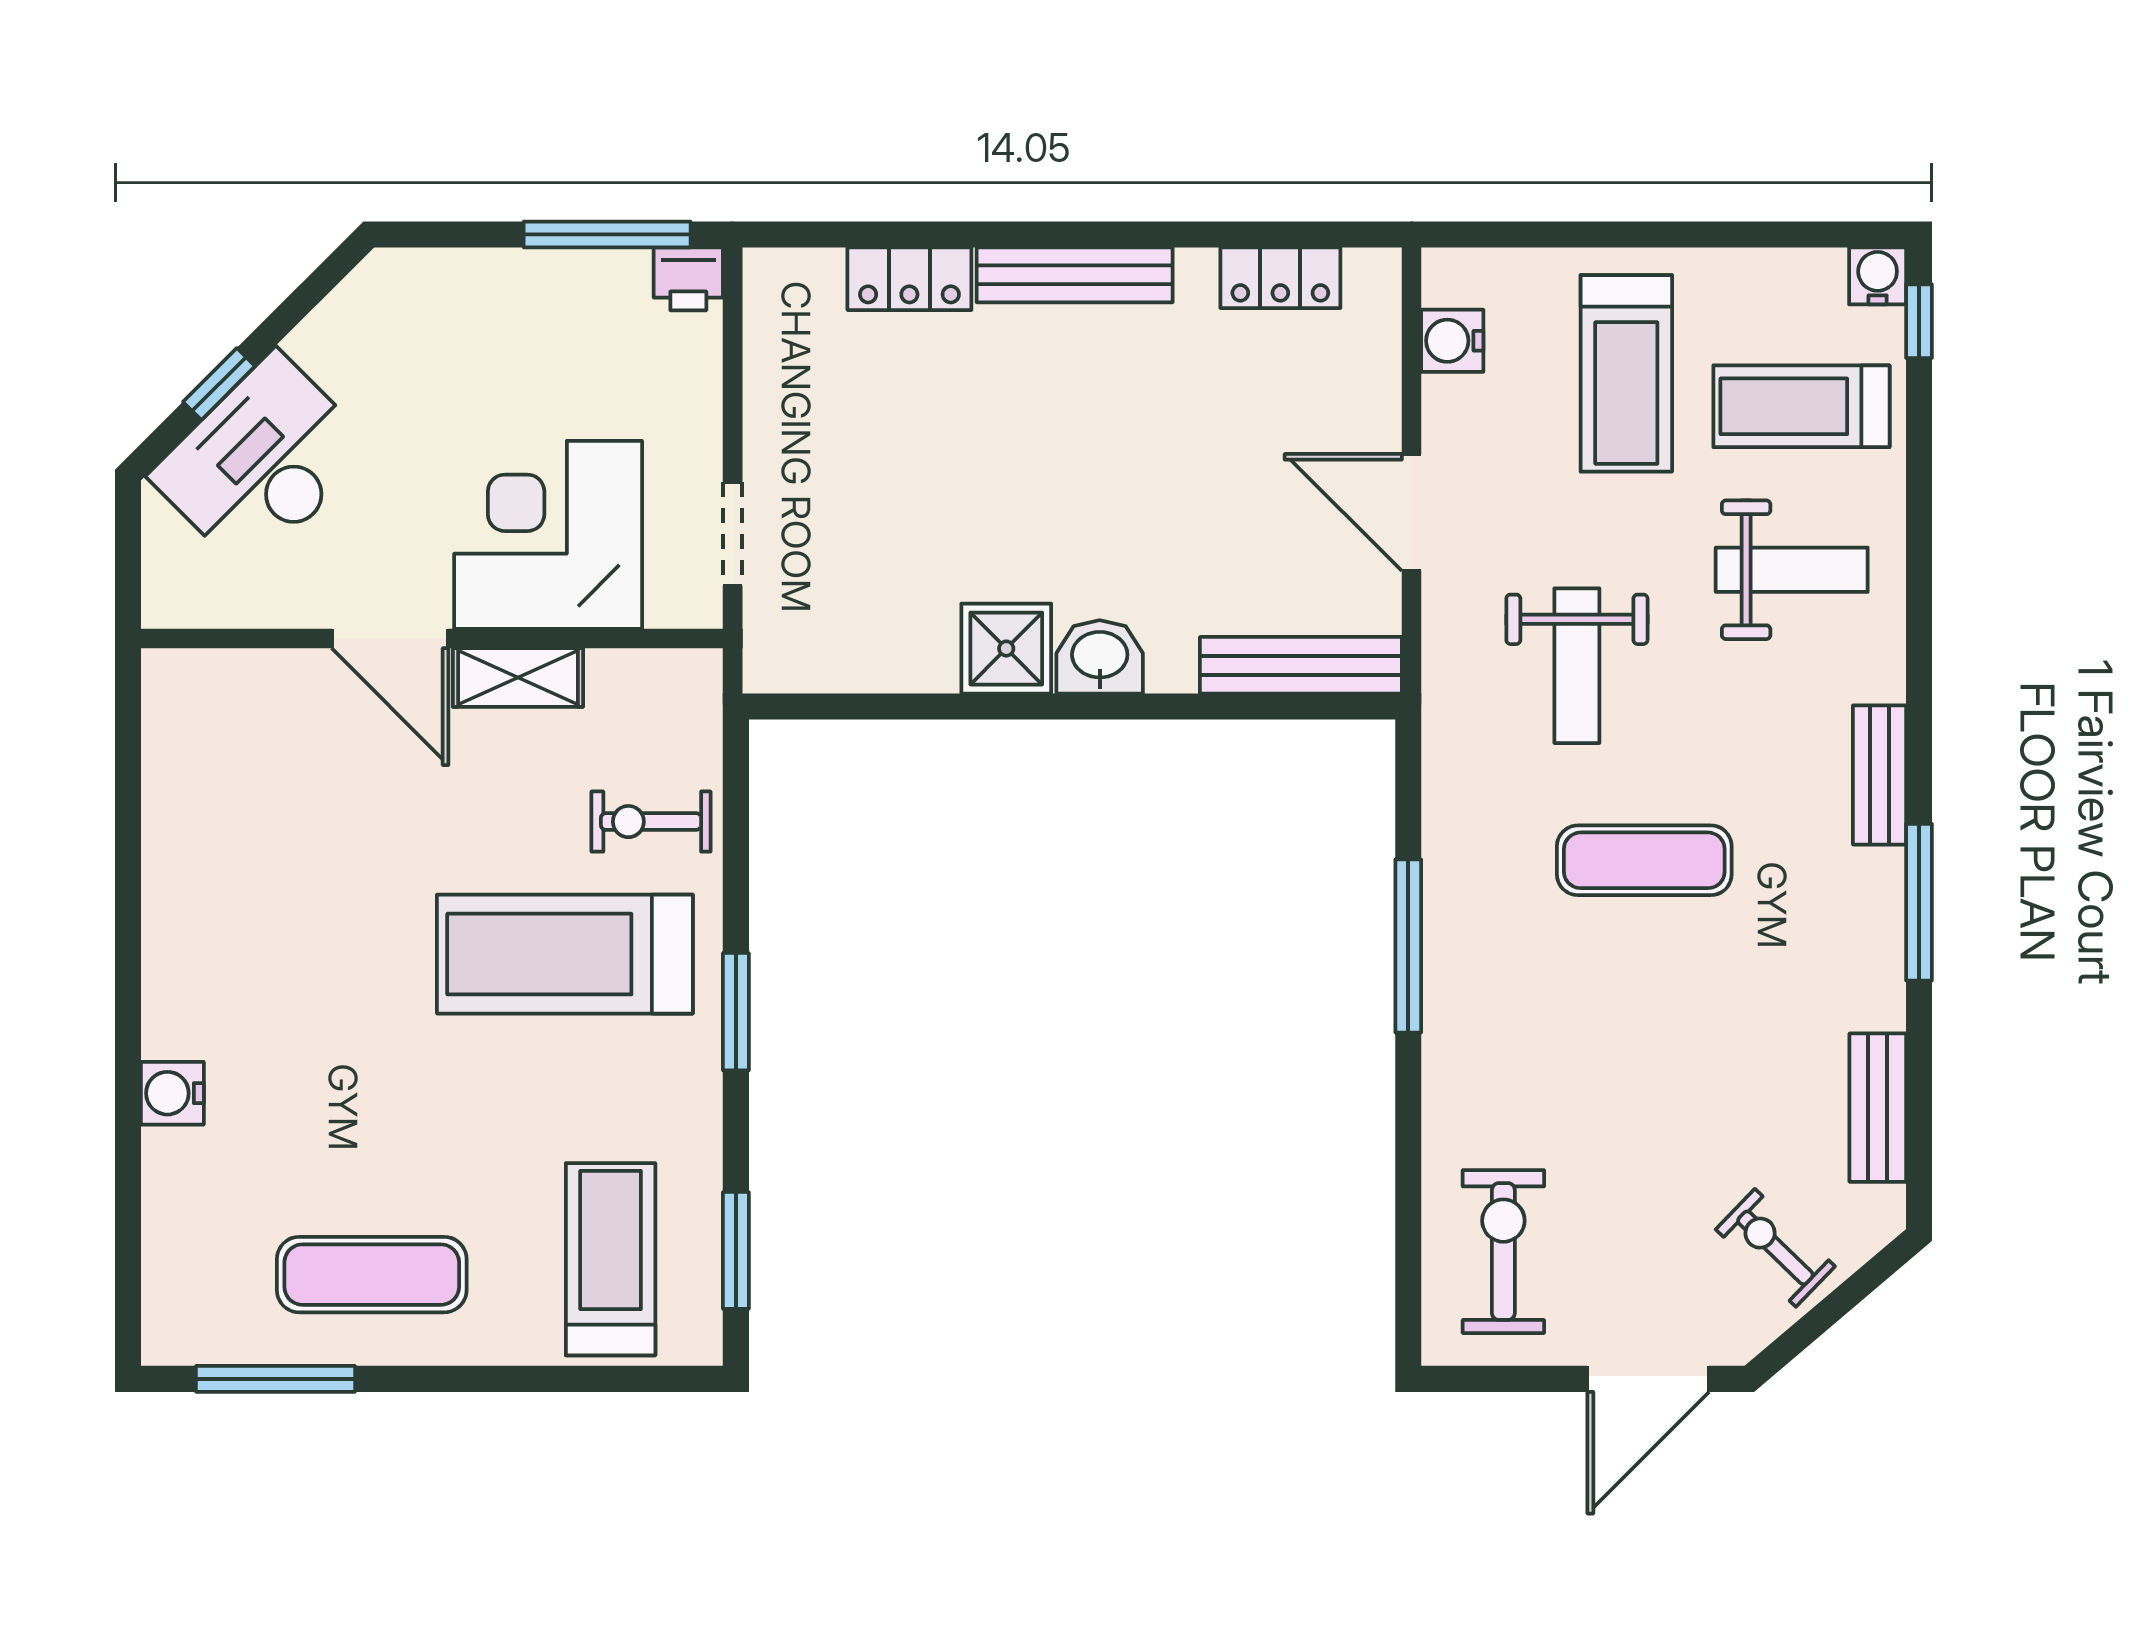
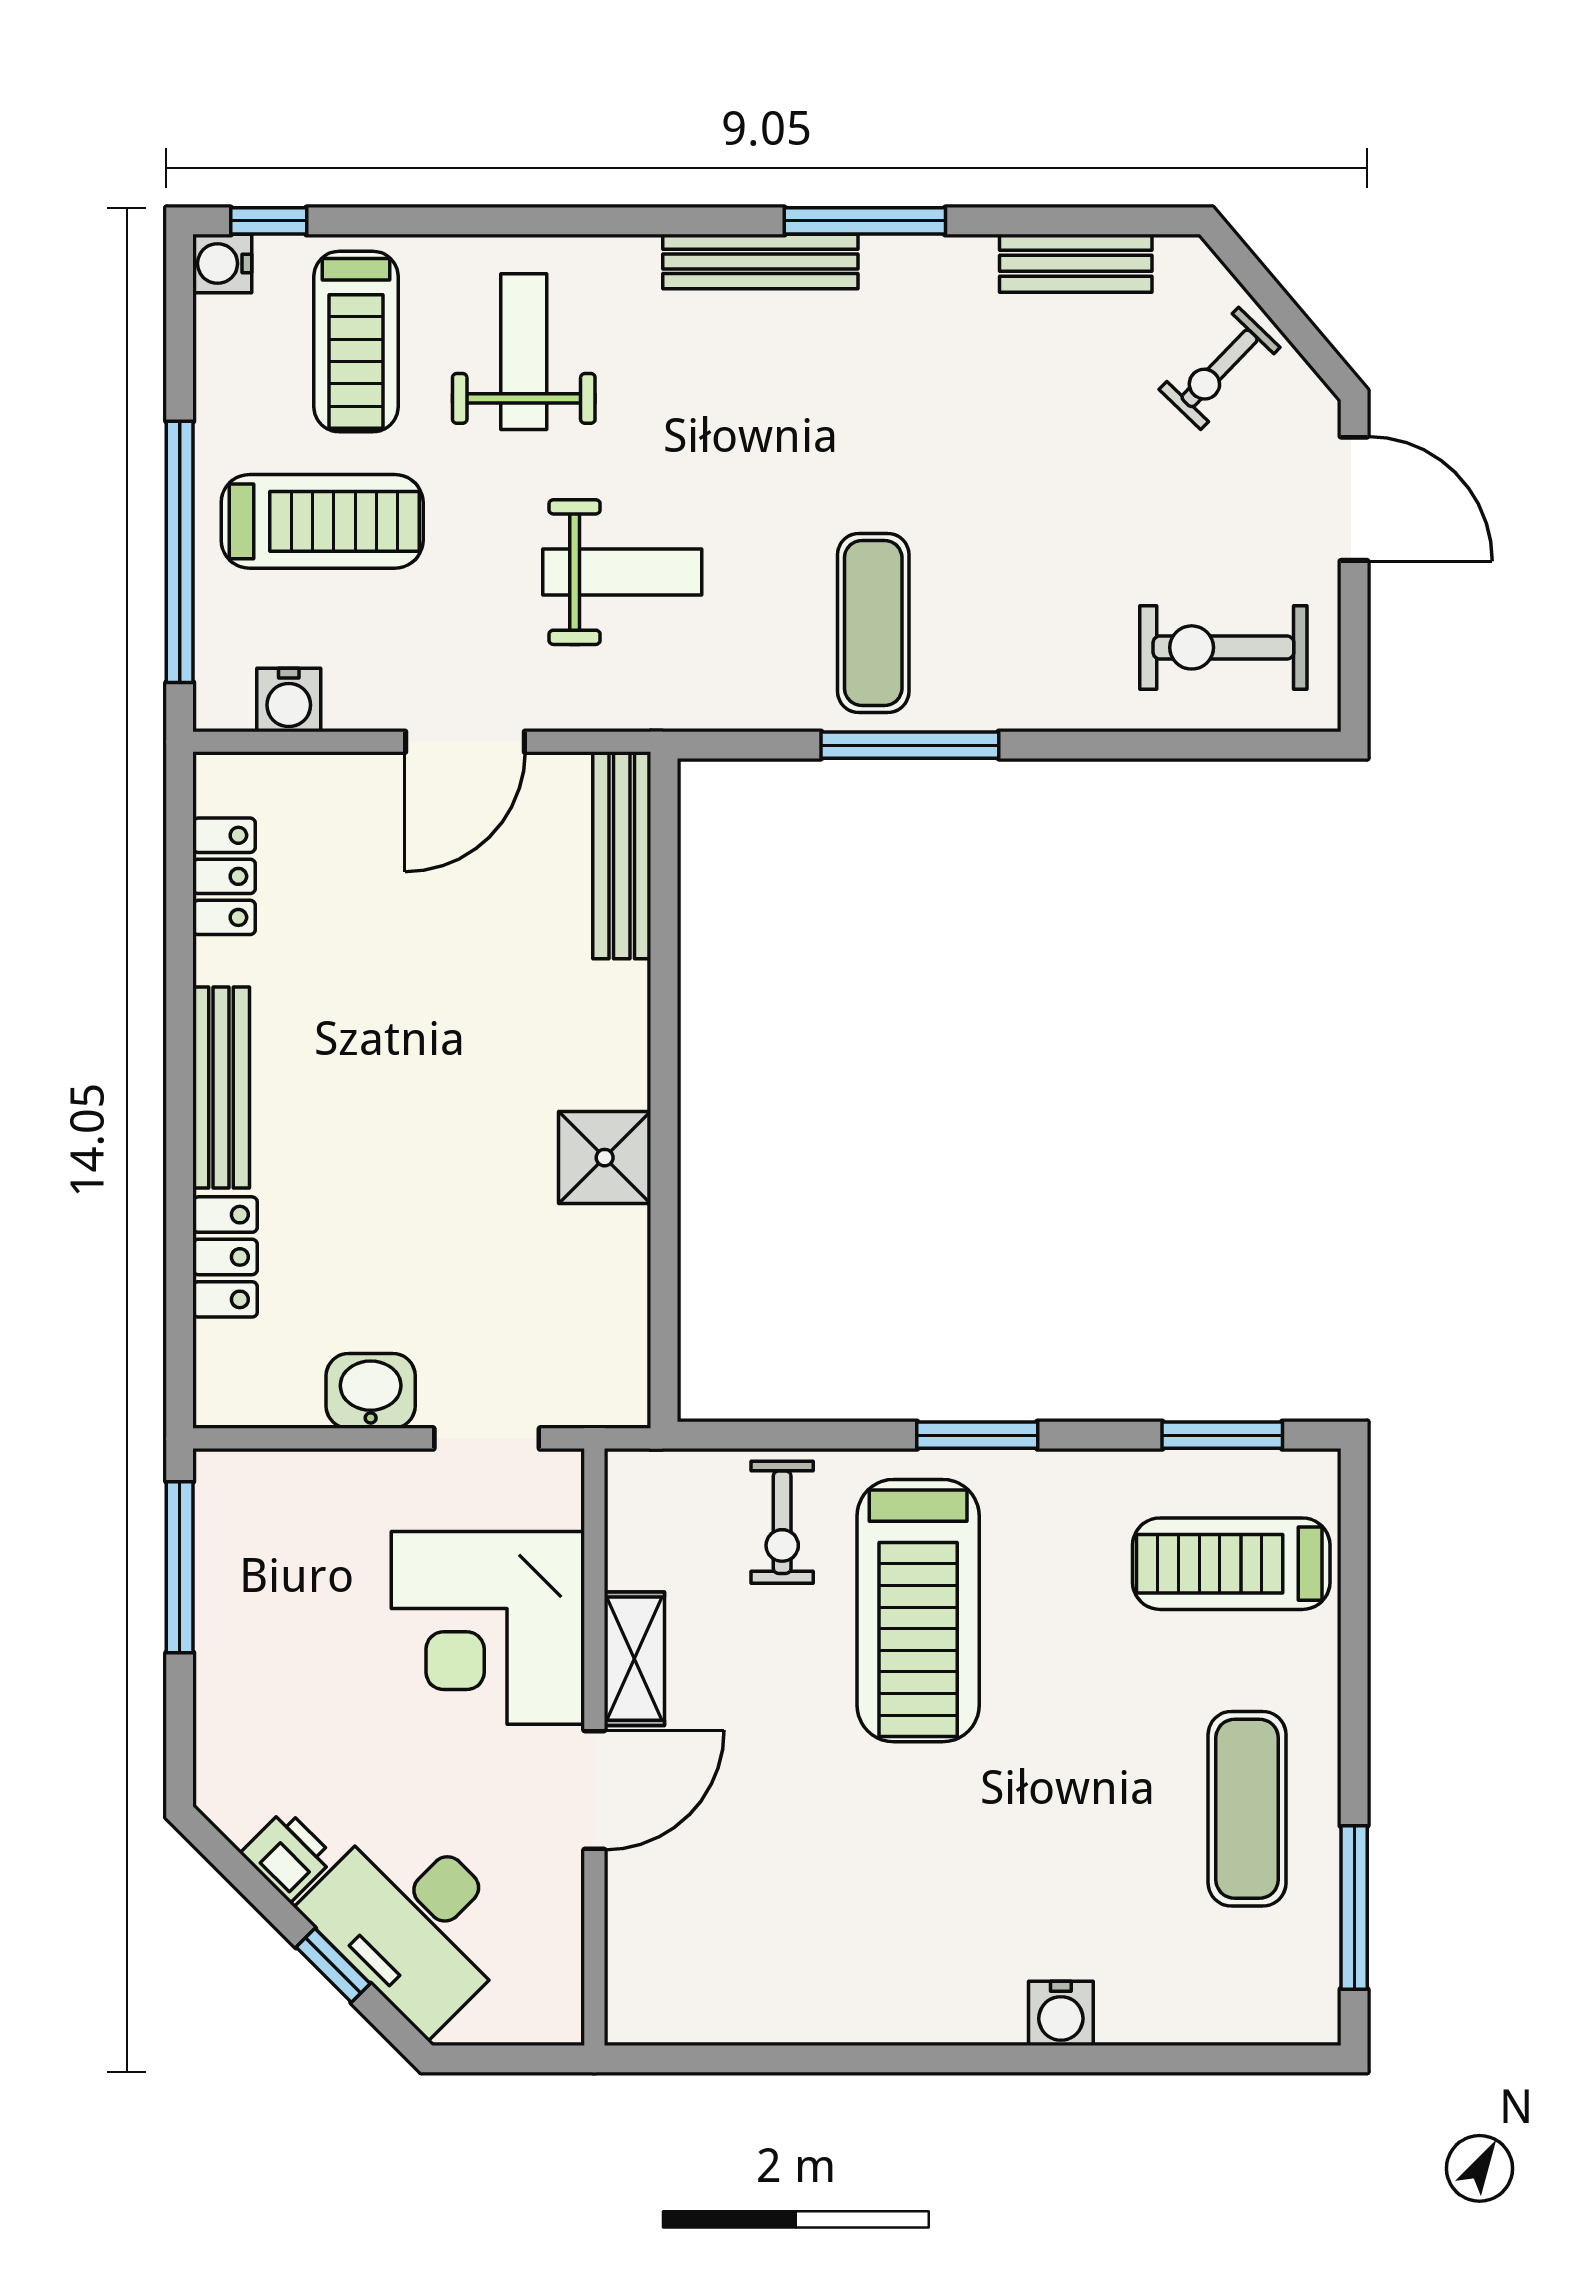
window: (1597, 234) -> (180, 552), added
printer: (688, 279) -> (288, 1855), moved, turned -45
washbasin: (1100, 657) -> (371, 1391), moved, turned 90
bench: (1880, 775) -> (760, 261), width x1.36
exercise mat: (1644, 860) -> (873, 623), moved

